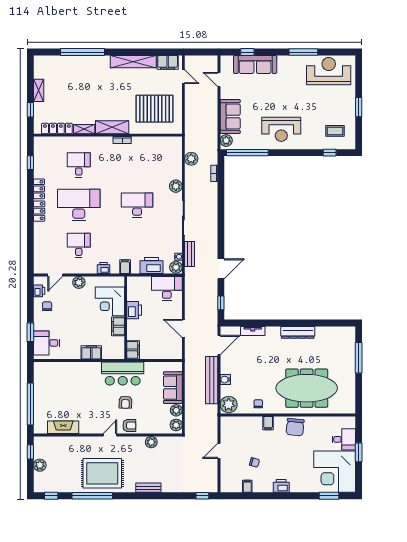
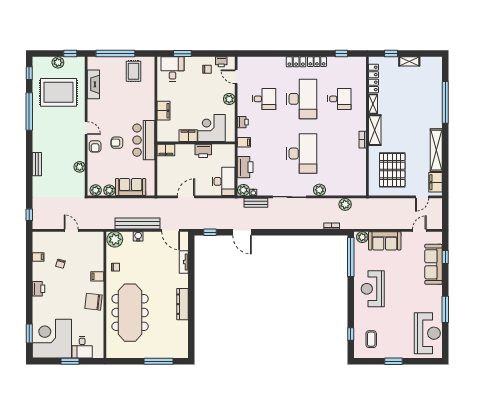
desk: (137, 205) -> (302, 154), width x1.36, depth x1.30
rug: (49, 384) -> (134, 71), added
rug: (102, 473) -> (59, 92), moved, turned 90

